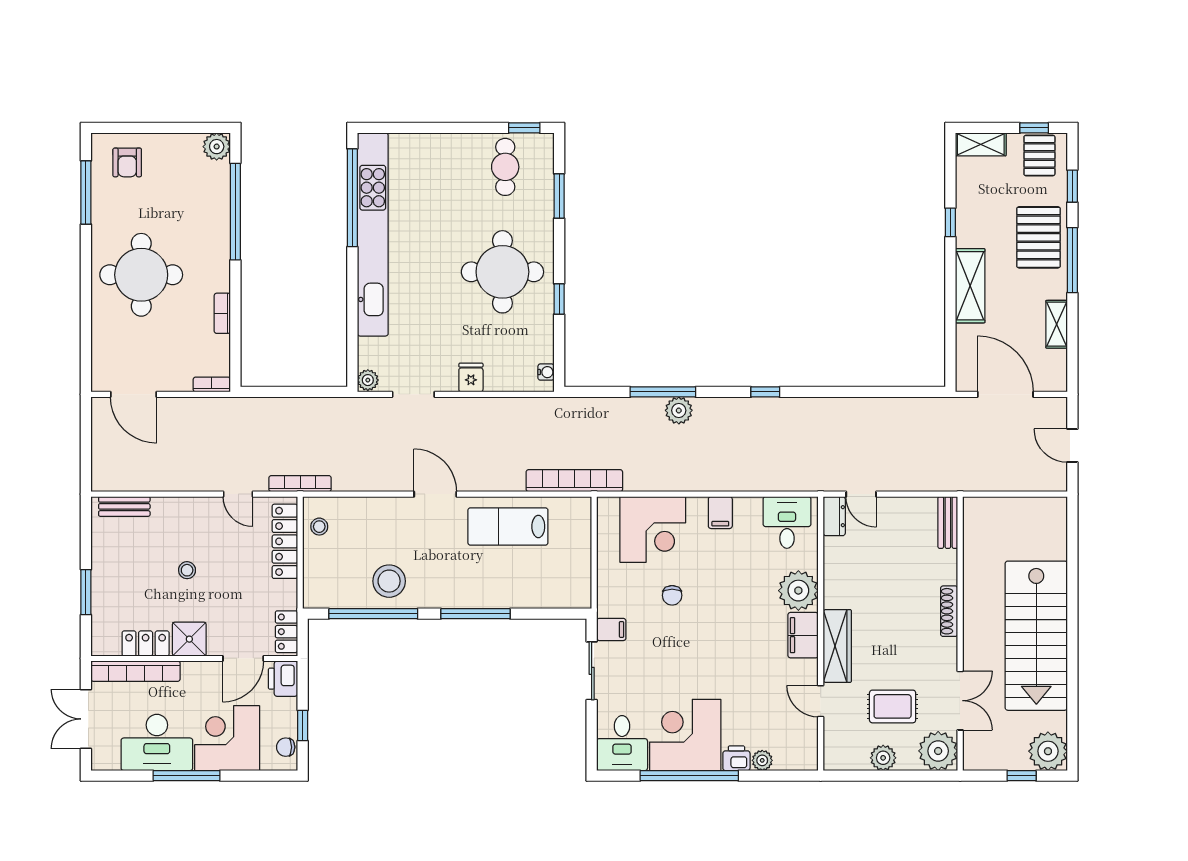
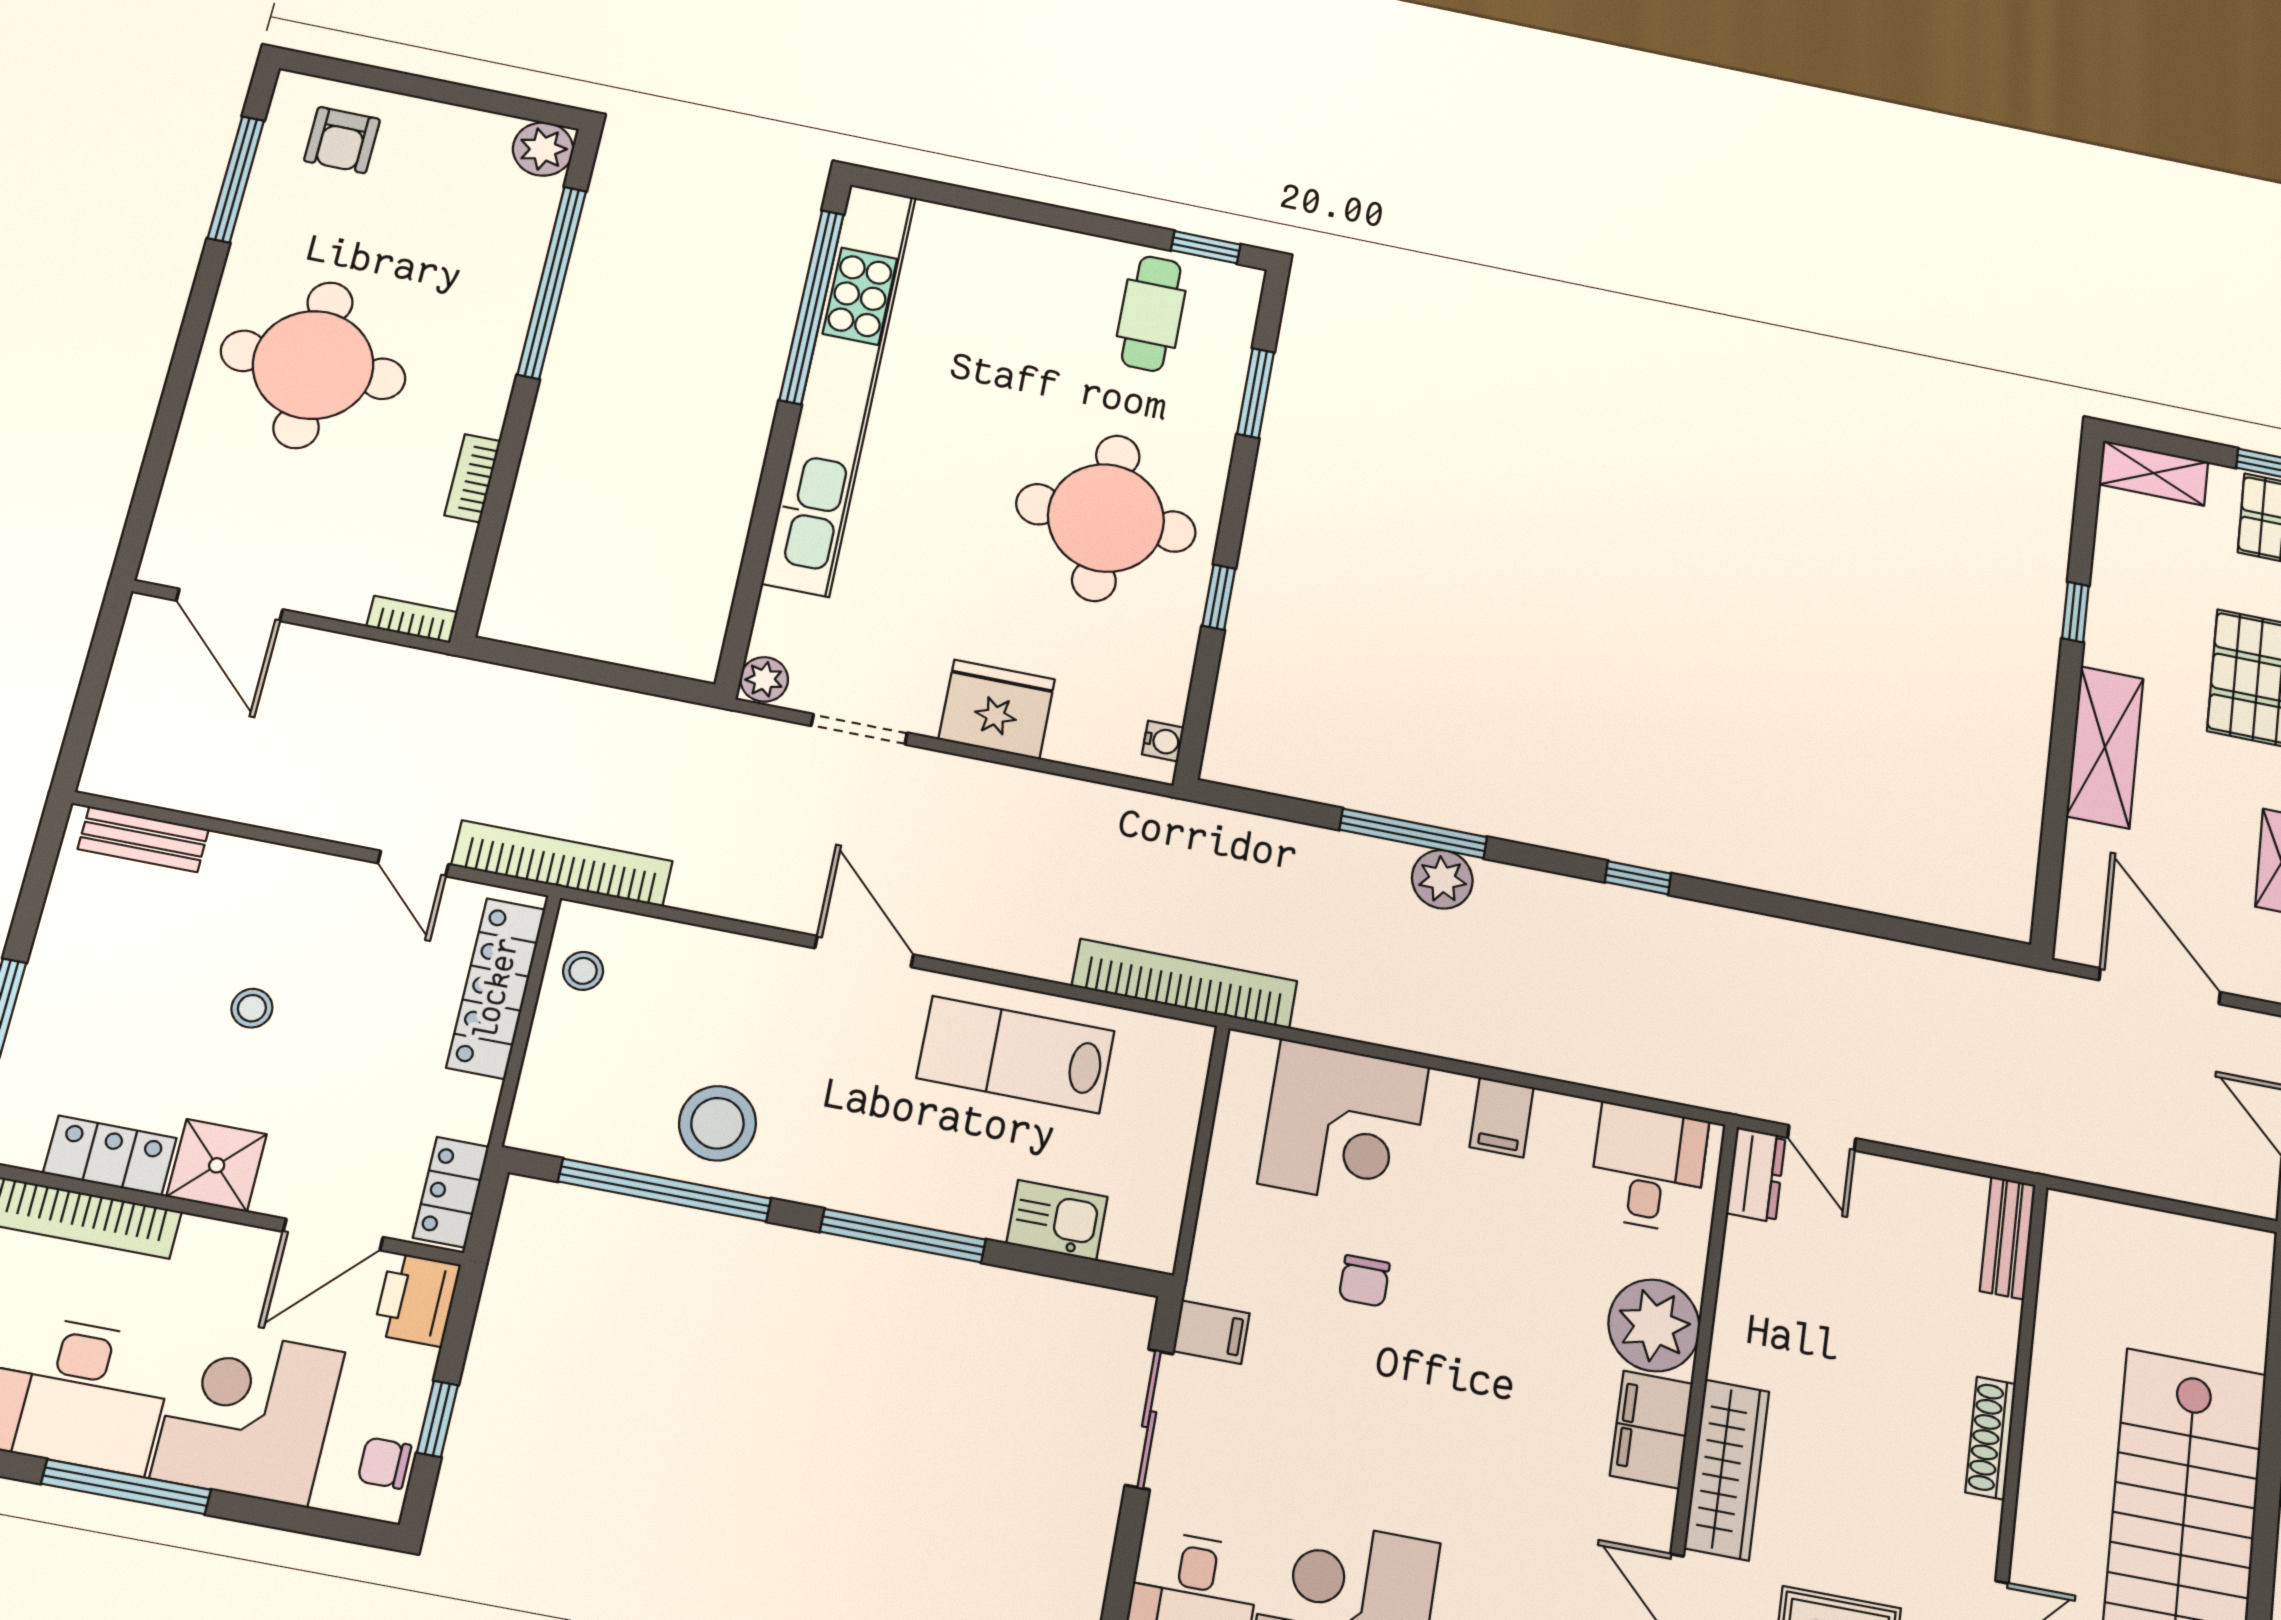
fridge: (471, 378) -> (997, 709), width x1.88, depth x1.34
bookcase: (300, 484) -> (562, 863), width x1.48, depth x1.31
kitchen sink: (538, 595) -> (1057, 1220), added

